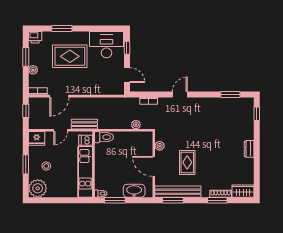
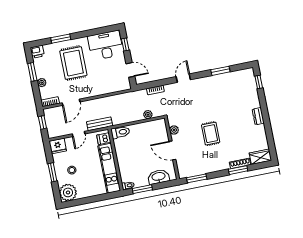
rug: (70, 56) -> (73, 63), turned 90
window: (230, 94) -> (220, 71), moved
rug: (187, 162) -> (211, 134), moved
bench: (178, 192) -> (200, 169), removed

